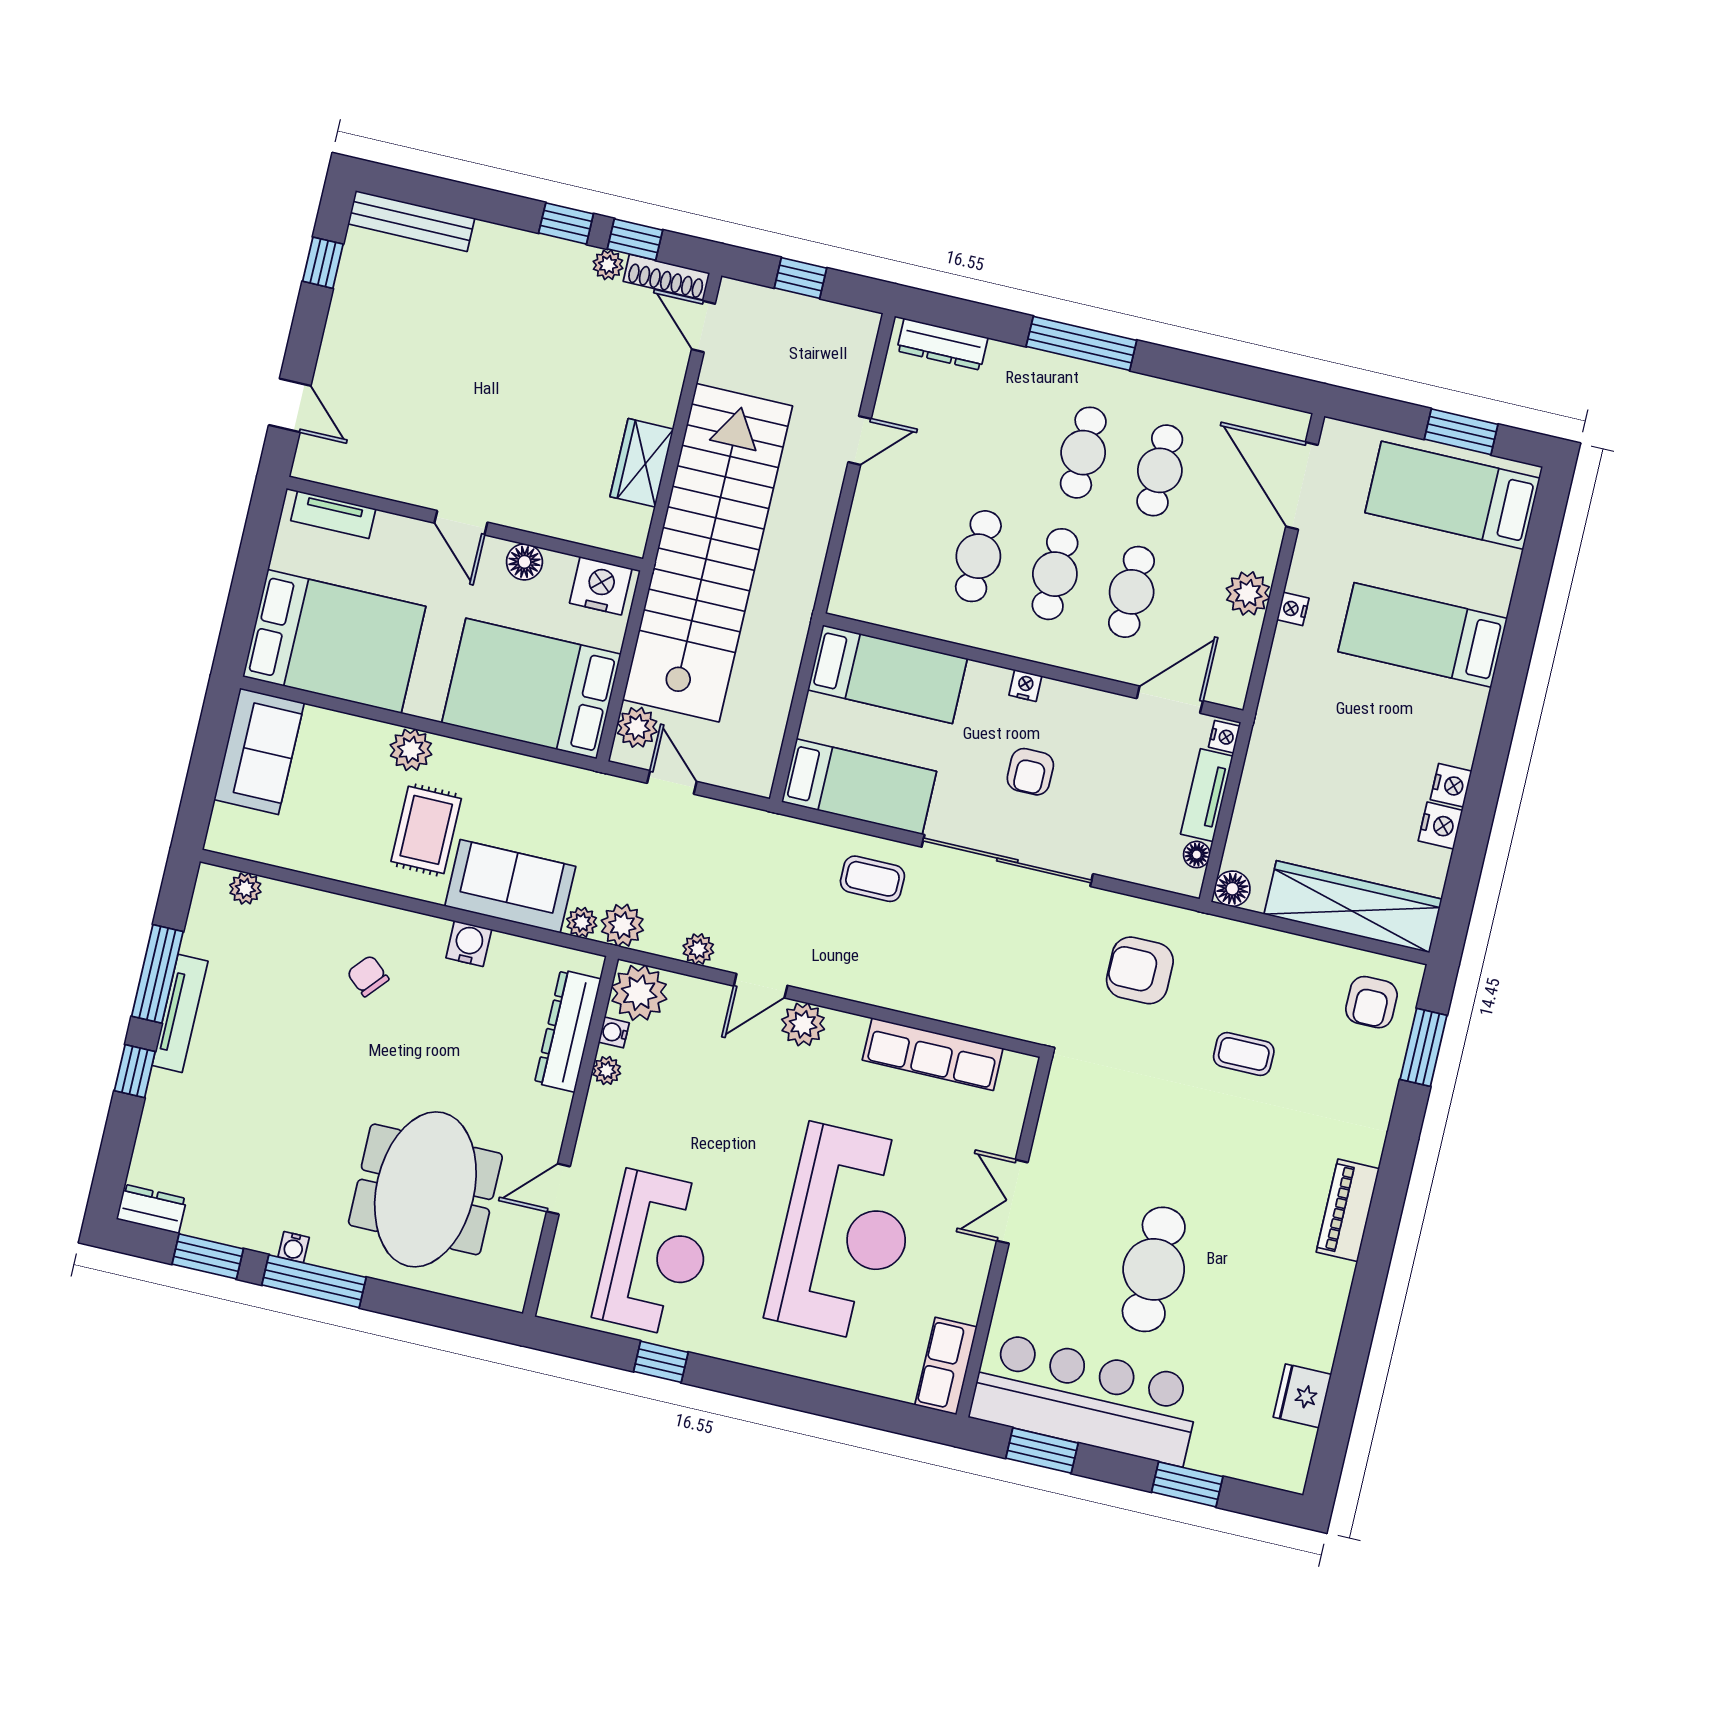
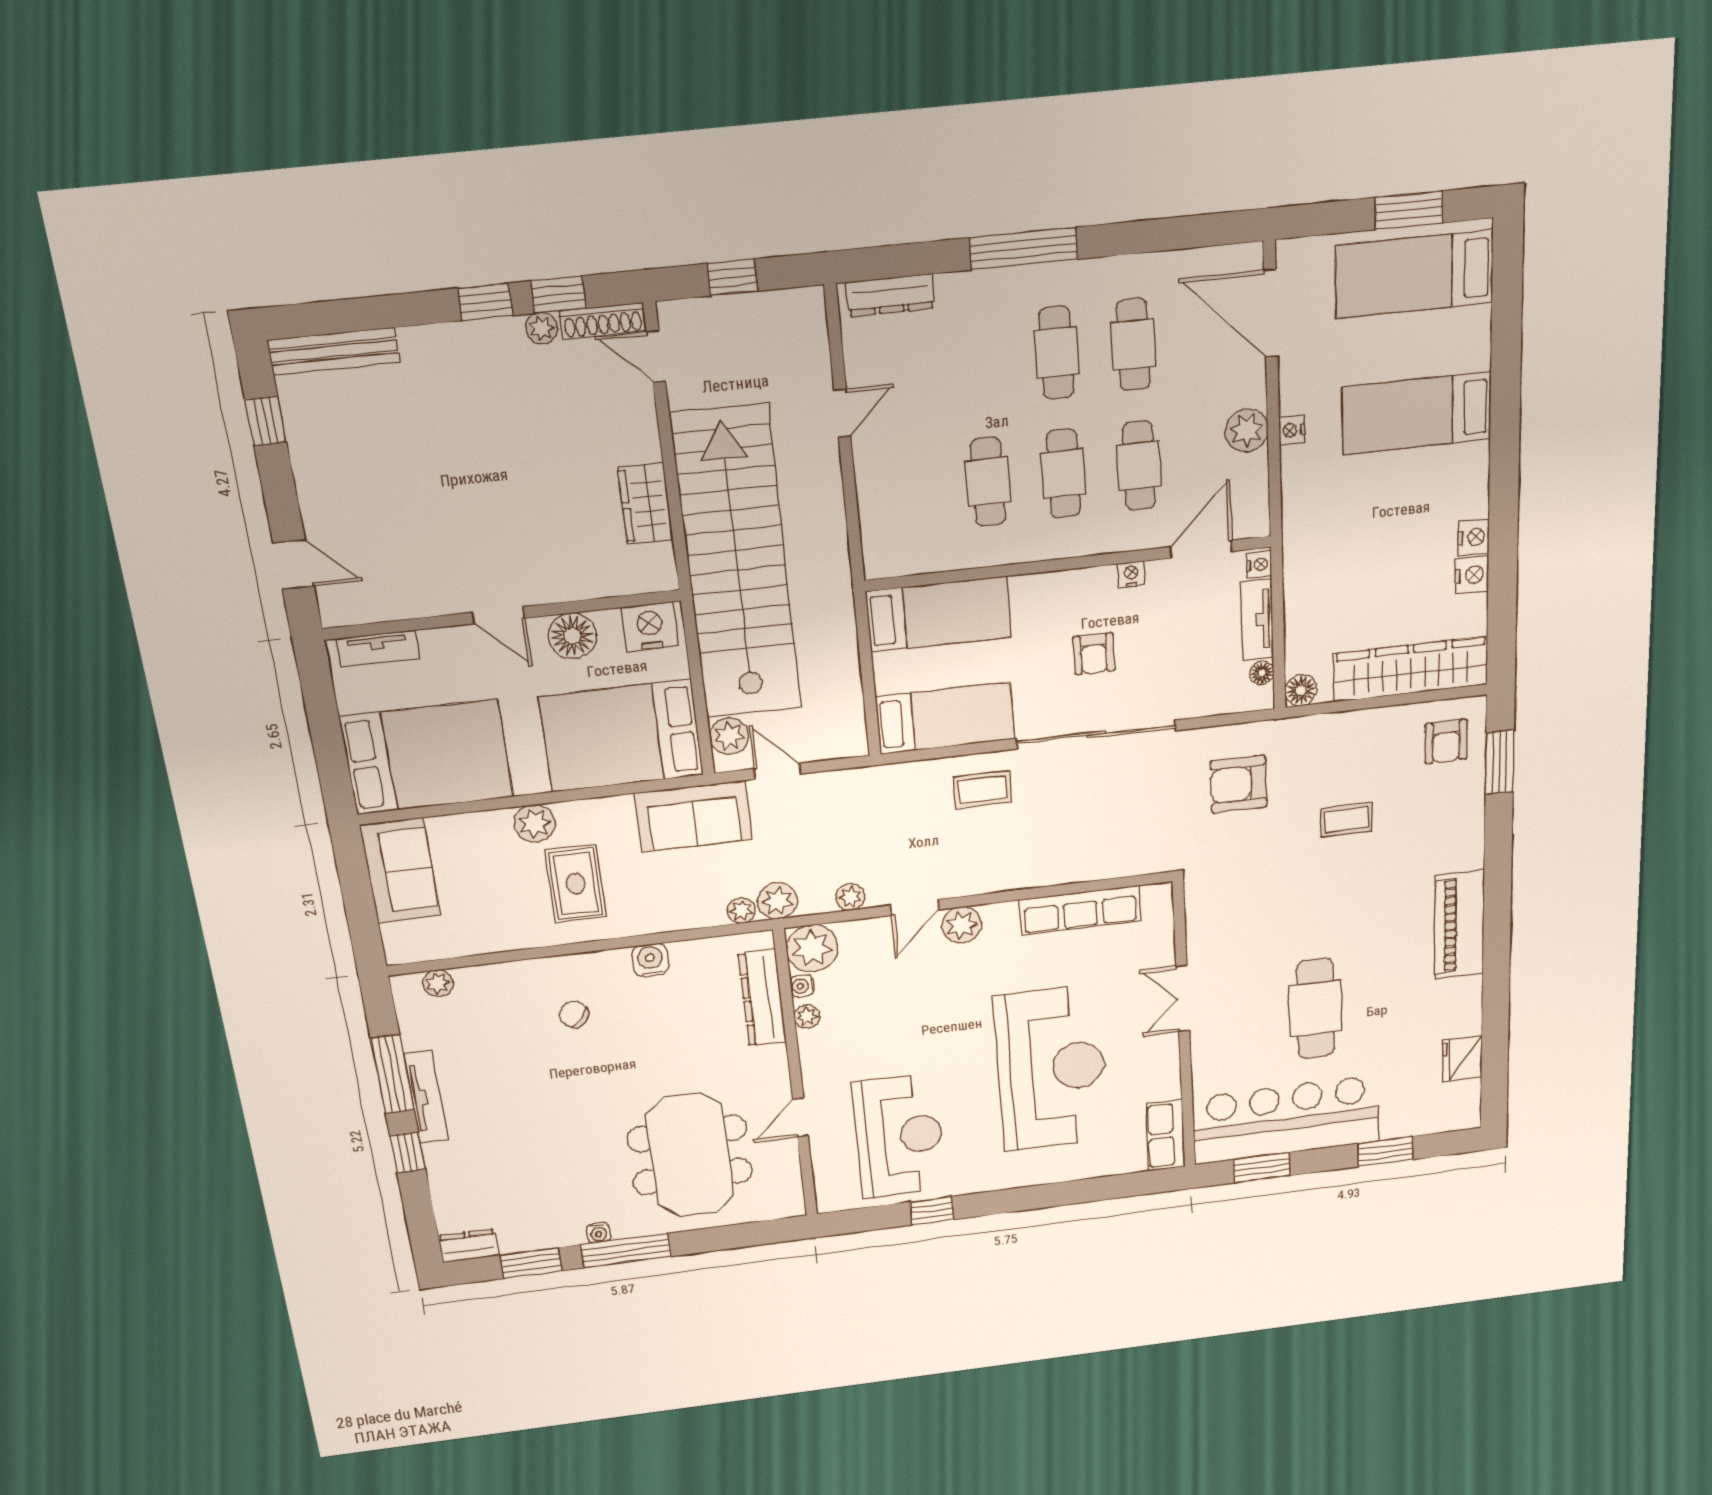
floor lamp: (524, 562) -> (572, 636), width x1.38, depth x1.38
nightstand: (1025, 686) -> (1131, 574), moved
sofa: (510, 886) -> (694, 816), moved, turned 180
piano: (1348, 1210) -> (1459, 925), width x1.37, depth x1.33

